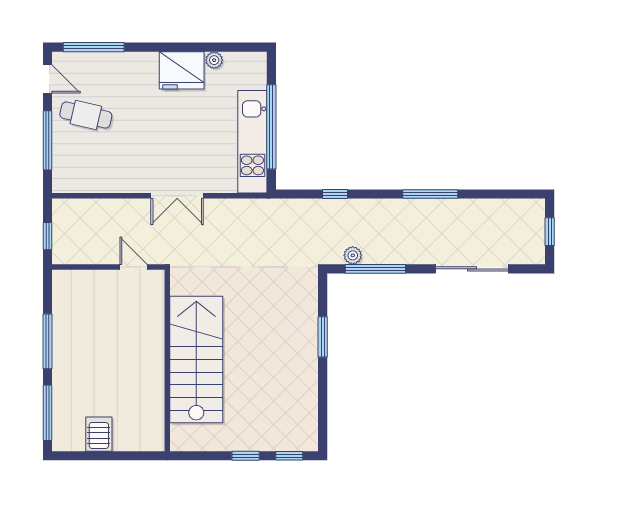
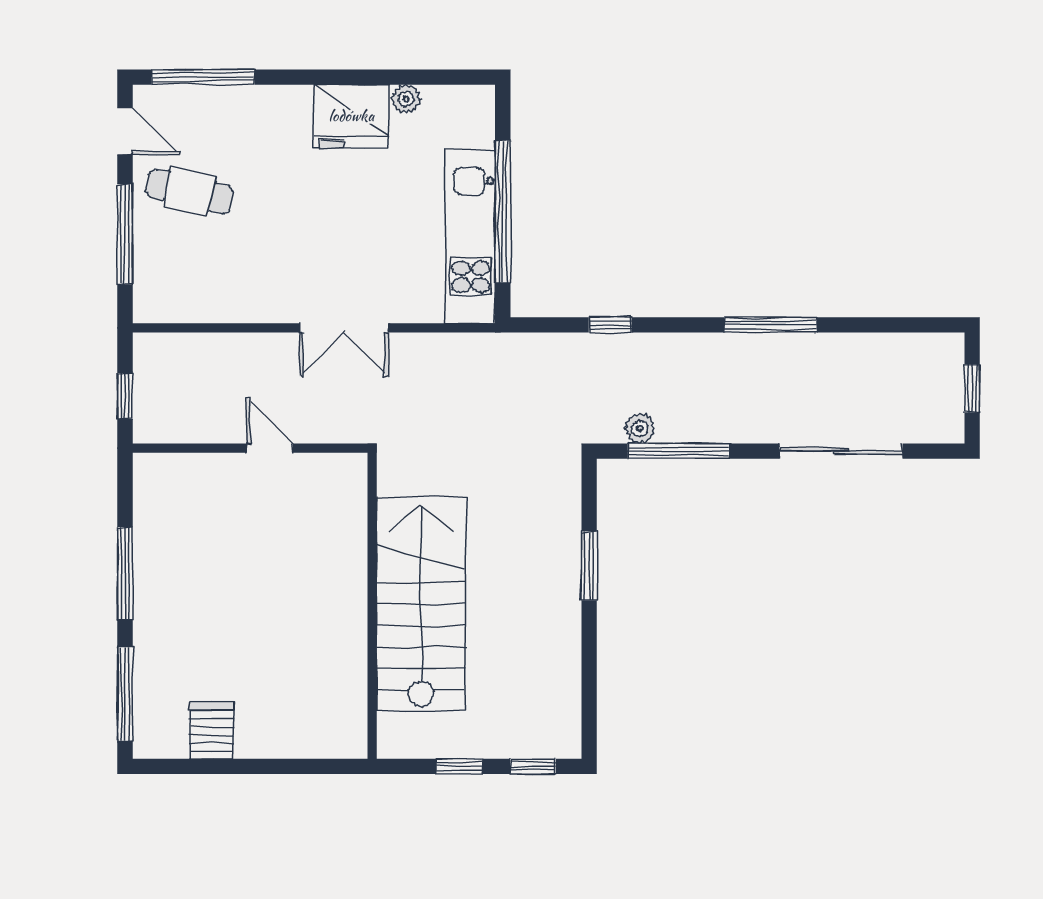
stairs: (196, 359) -> (421, 604), moved
wall: (167, 360) -> (372, 606), moved

